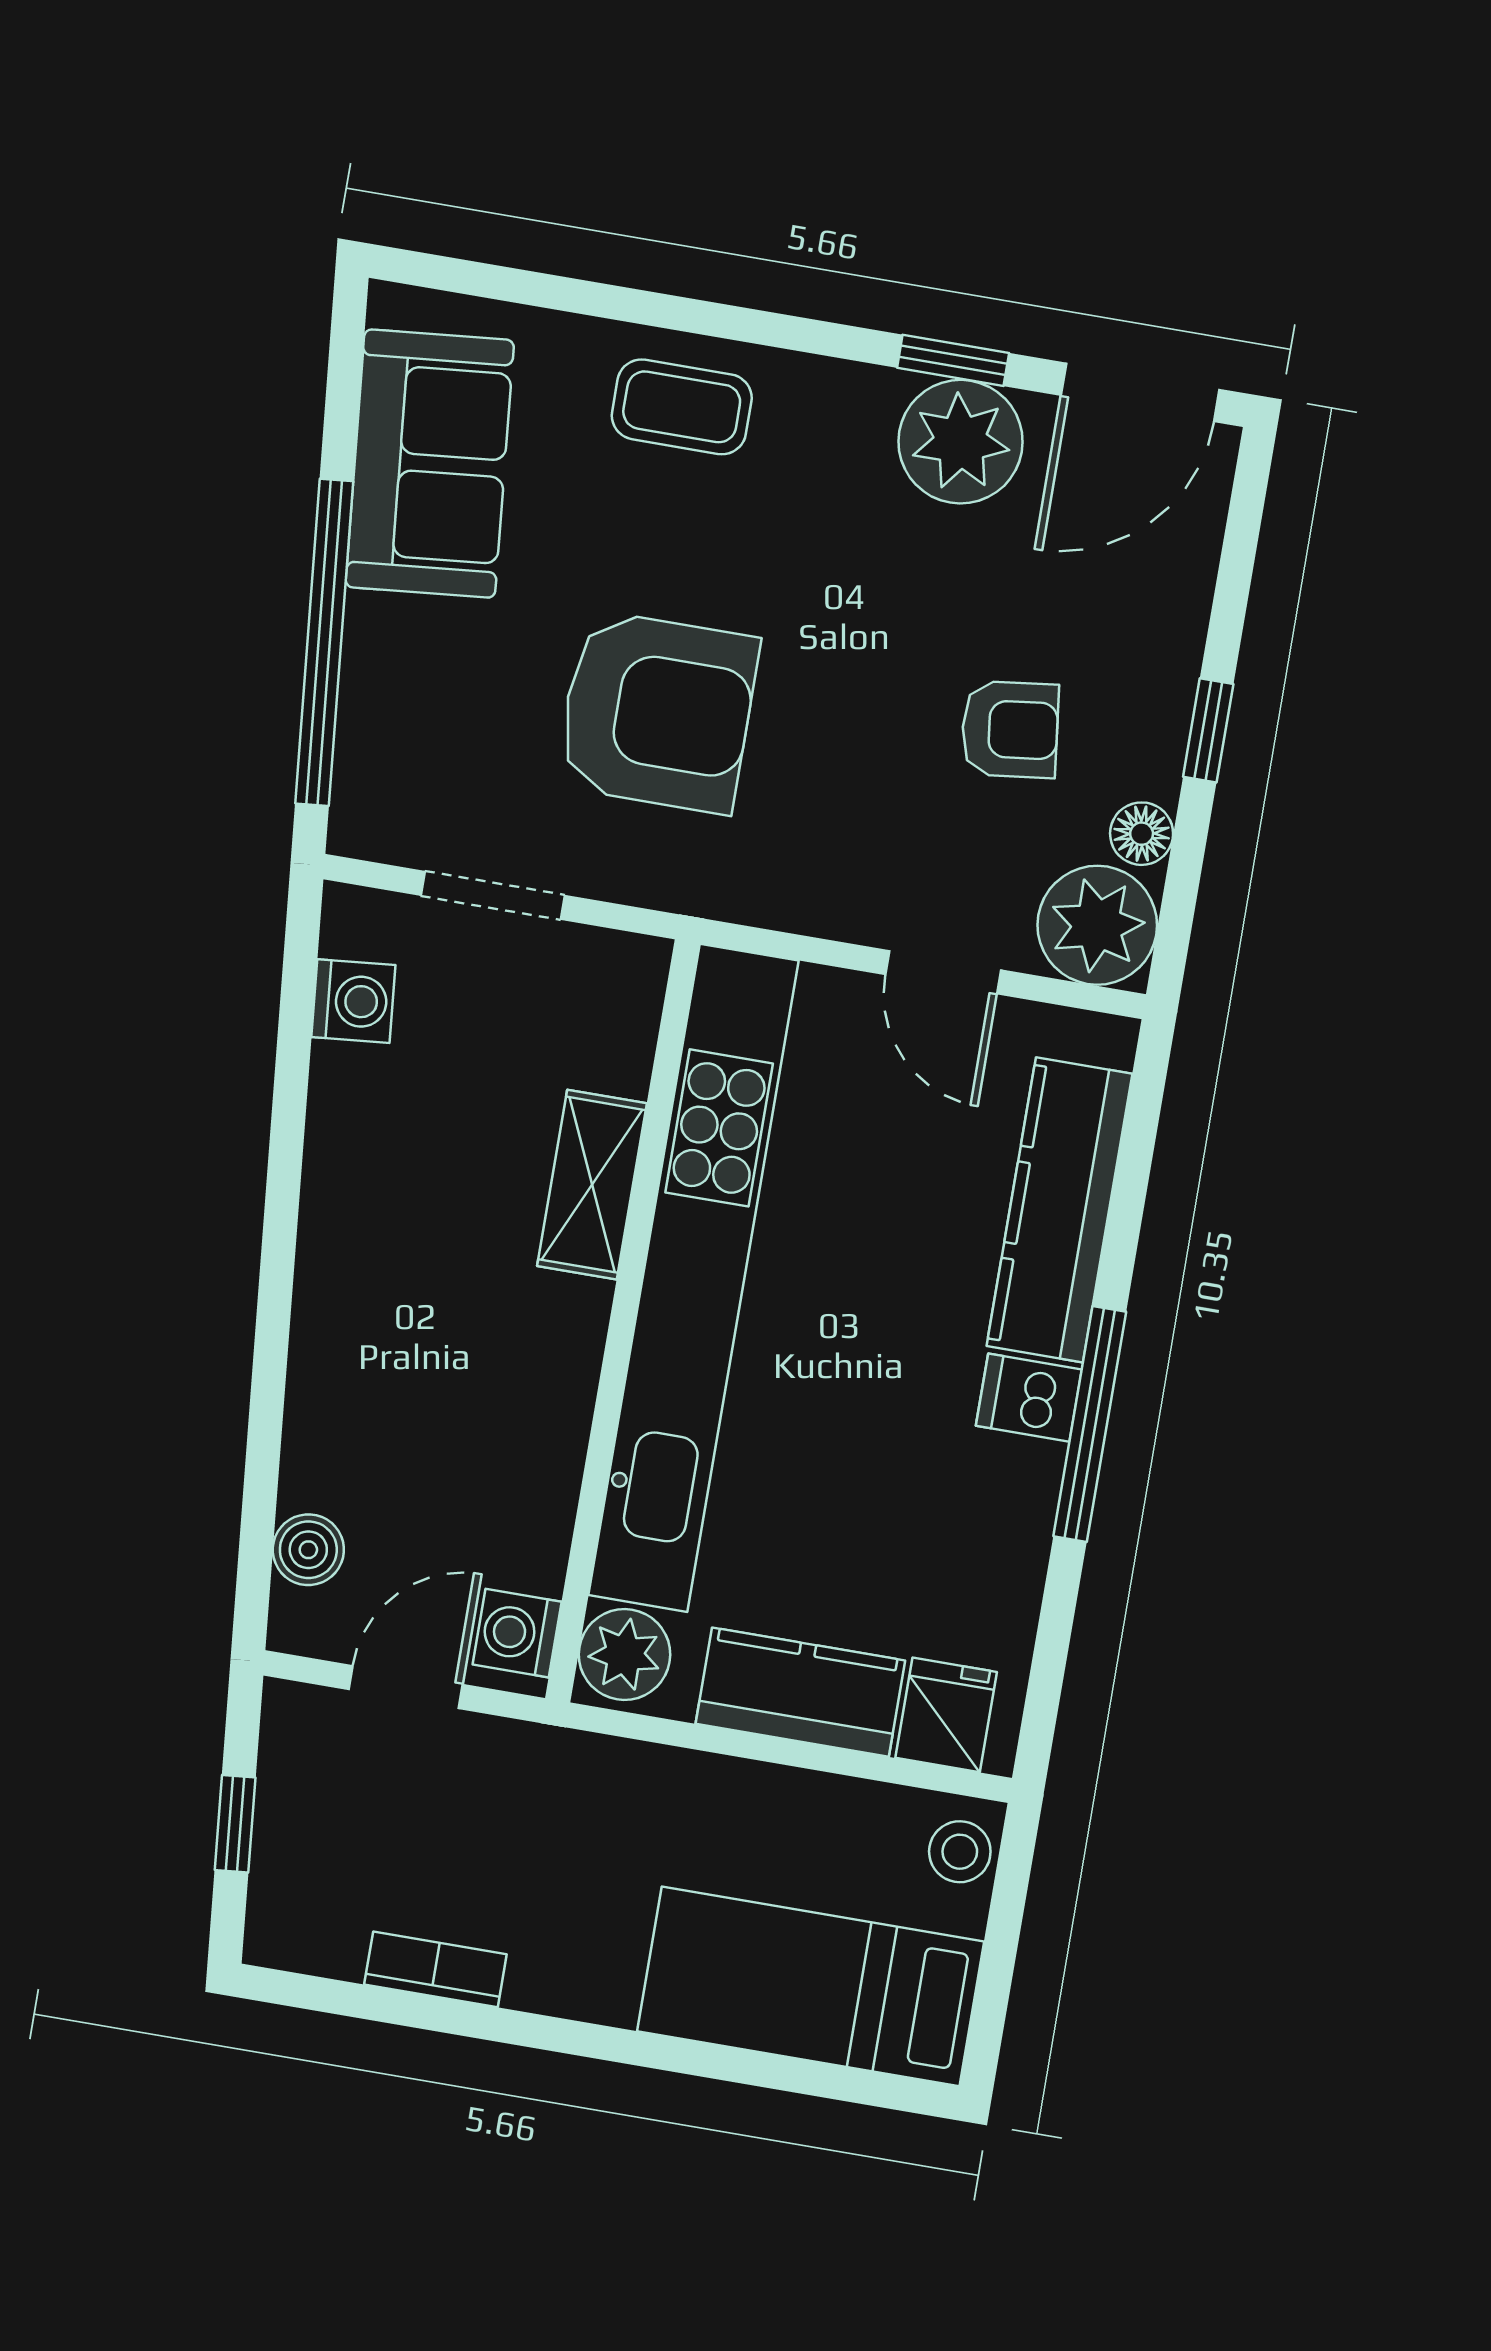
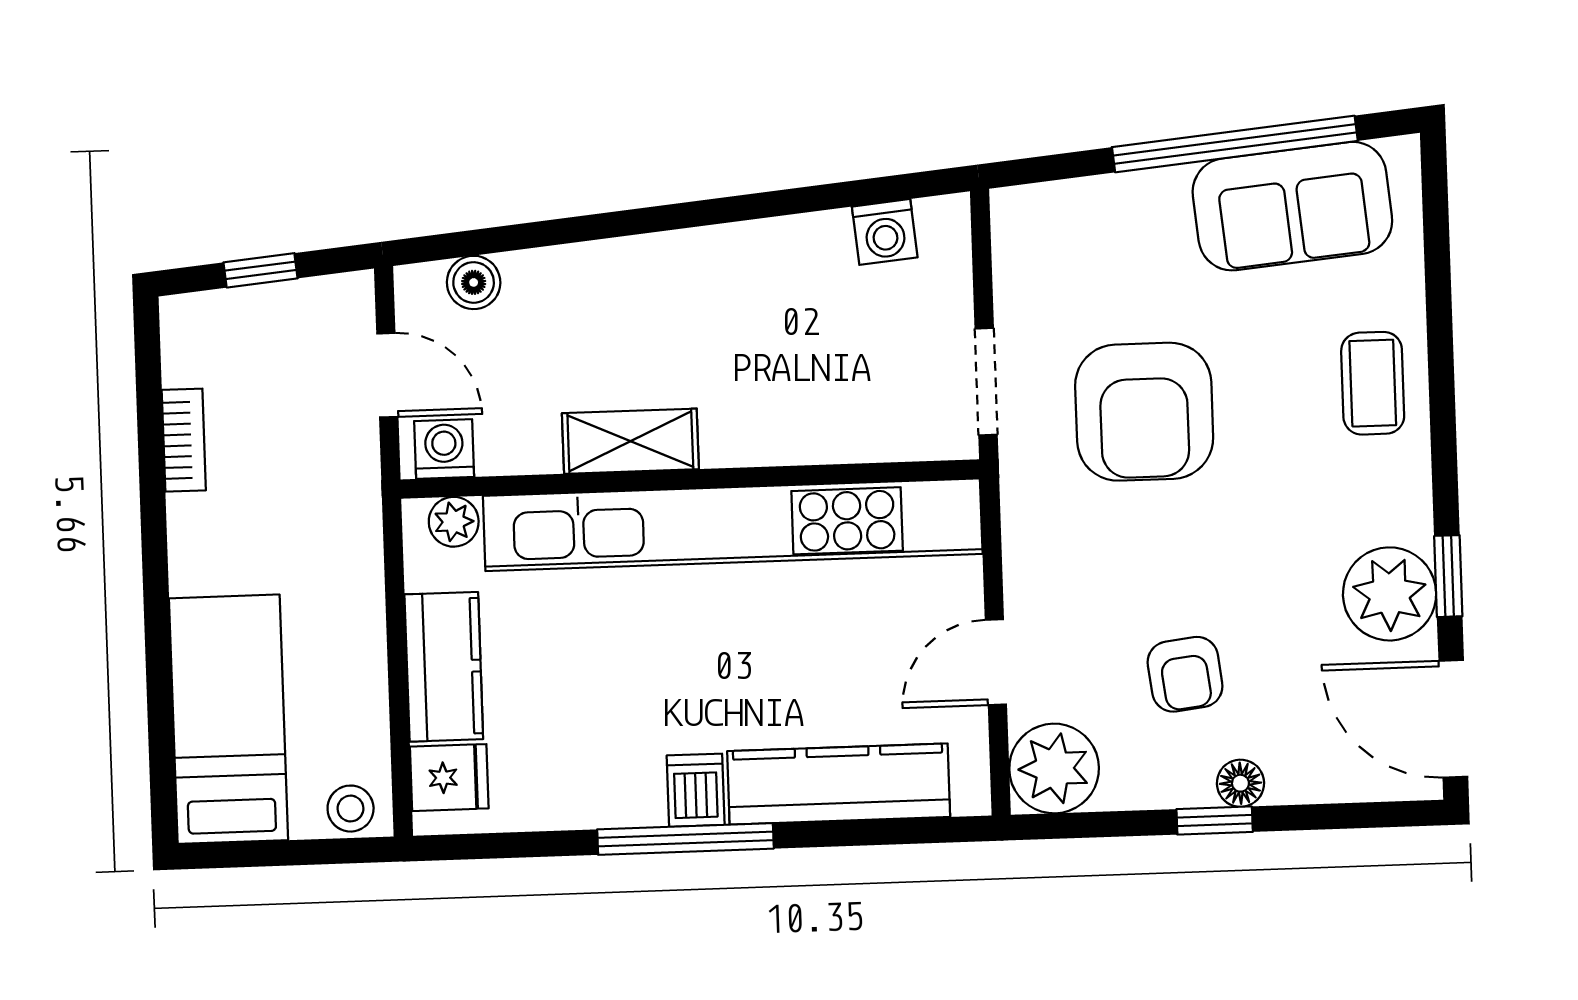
window: (324, 642) -> (1235, 144), moved
floor lamp: (1142, 834) -> (1240, 783), moved
doorway: (493, 895) -> (986, 382), moved
shelving: (592, 1185) -> (630, 441), moved
plant: (625, 1655) -> (454, 522), width x0.73, depth x0.73

